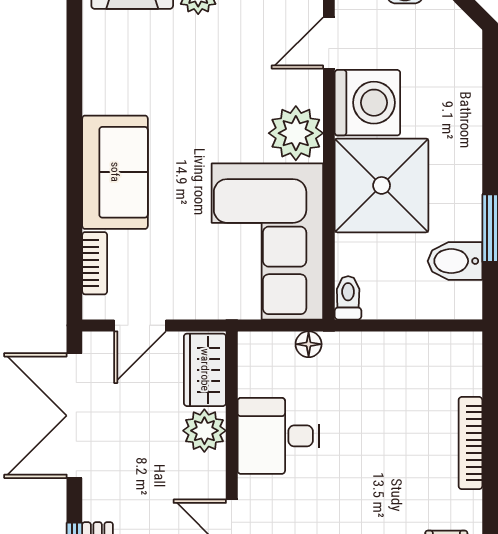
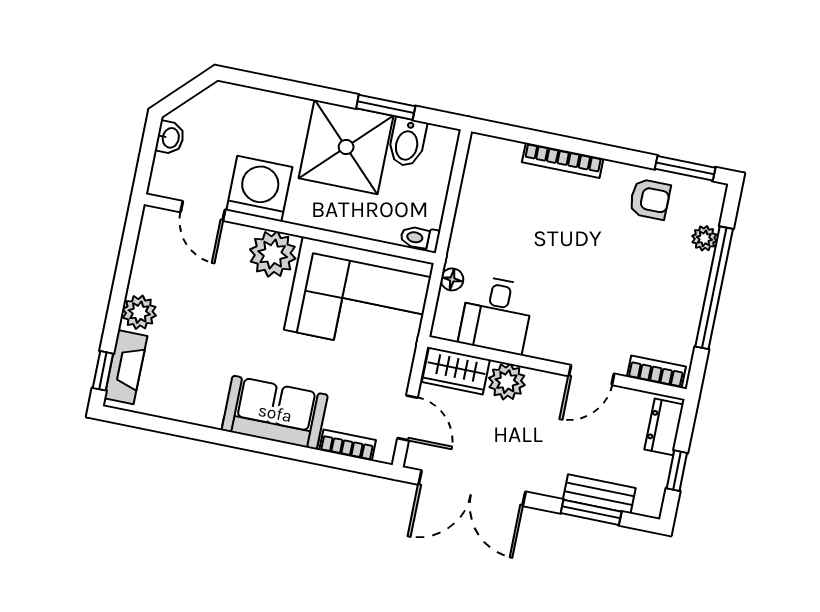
shower: (382, 185) -> (346, 147), moved
desk: (278, 436) -> (496, 315), moved

